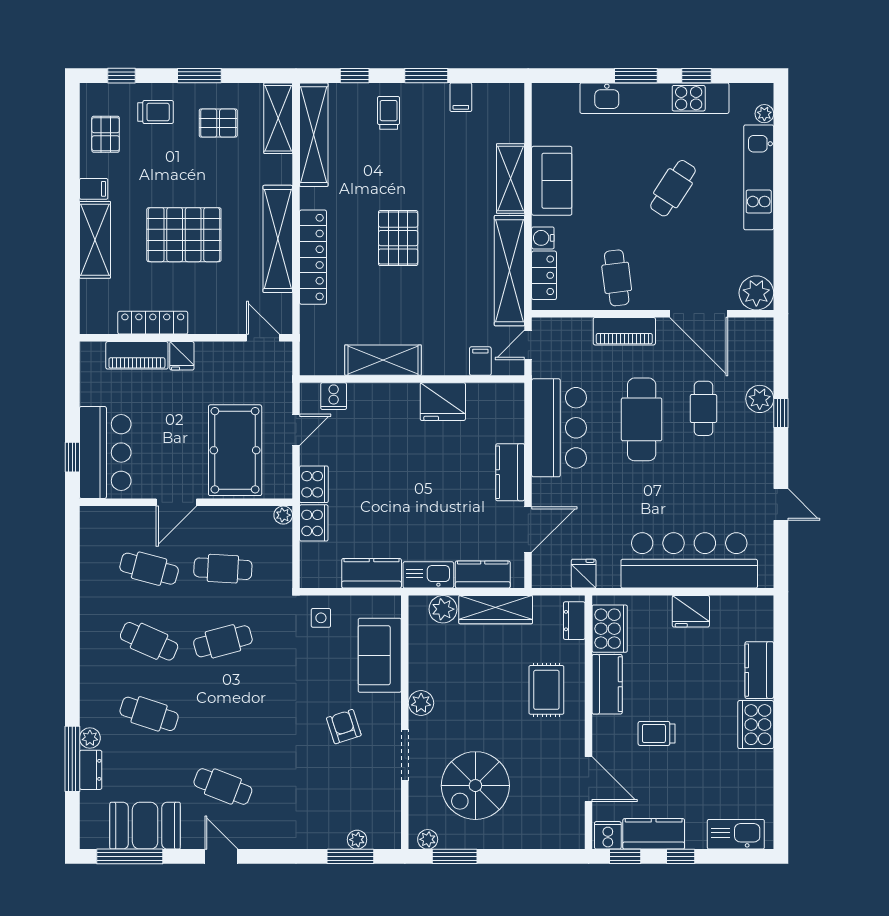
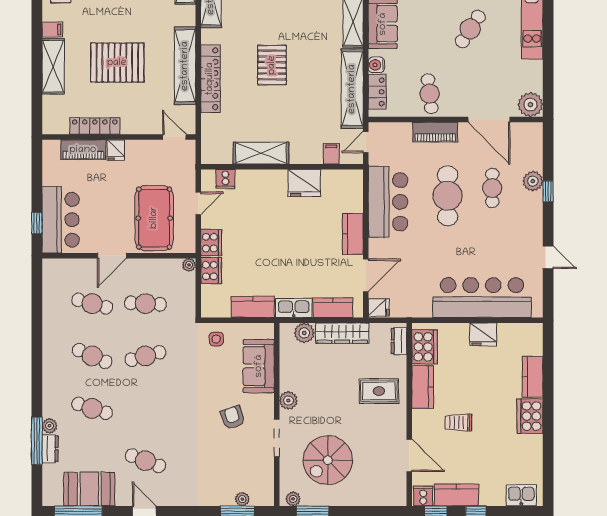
fridge: (584, 574) -> (379, 308), moved, turned 90
rug: (546, 690) -> (379, 391), turned 90
kitchen sink: (736, 834) -> (521, 495), width x0.73

